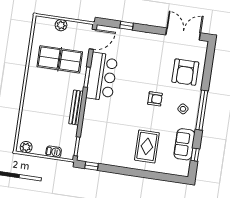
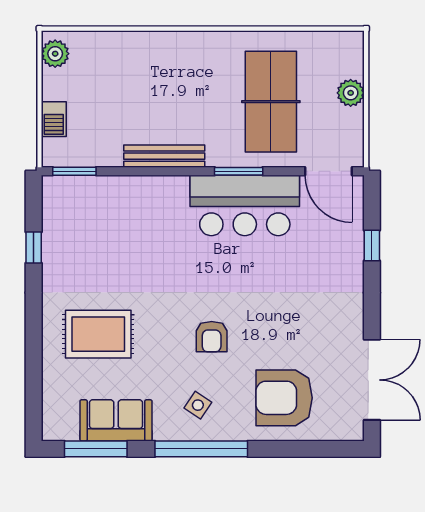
window: (195, 155) -> (96, 449), width x2.17
window: (92, 166) -> (34, 247), moved

